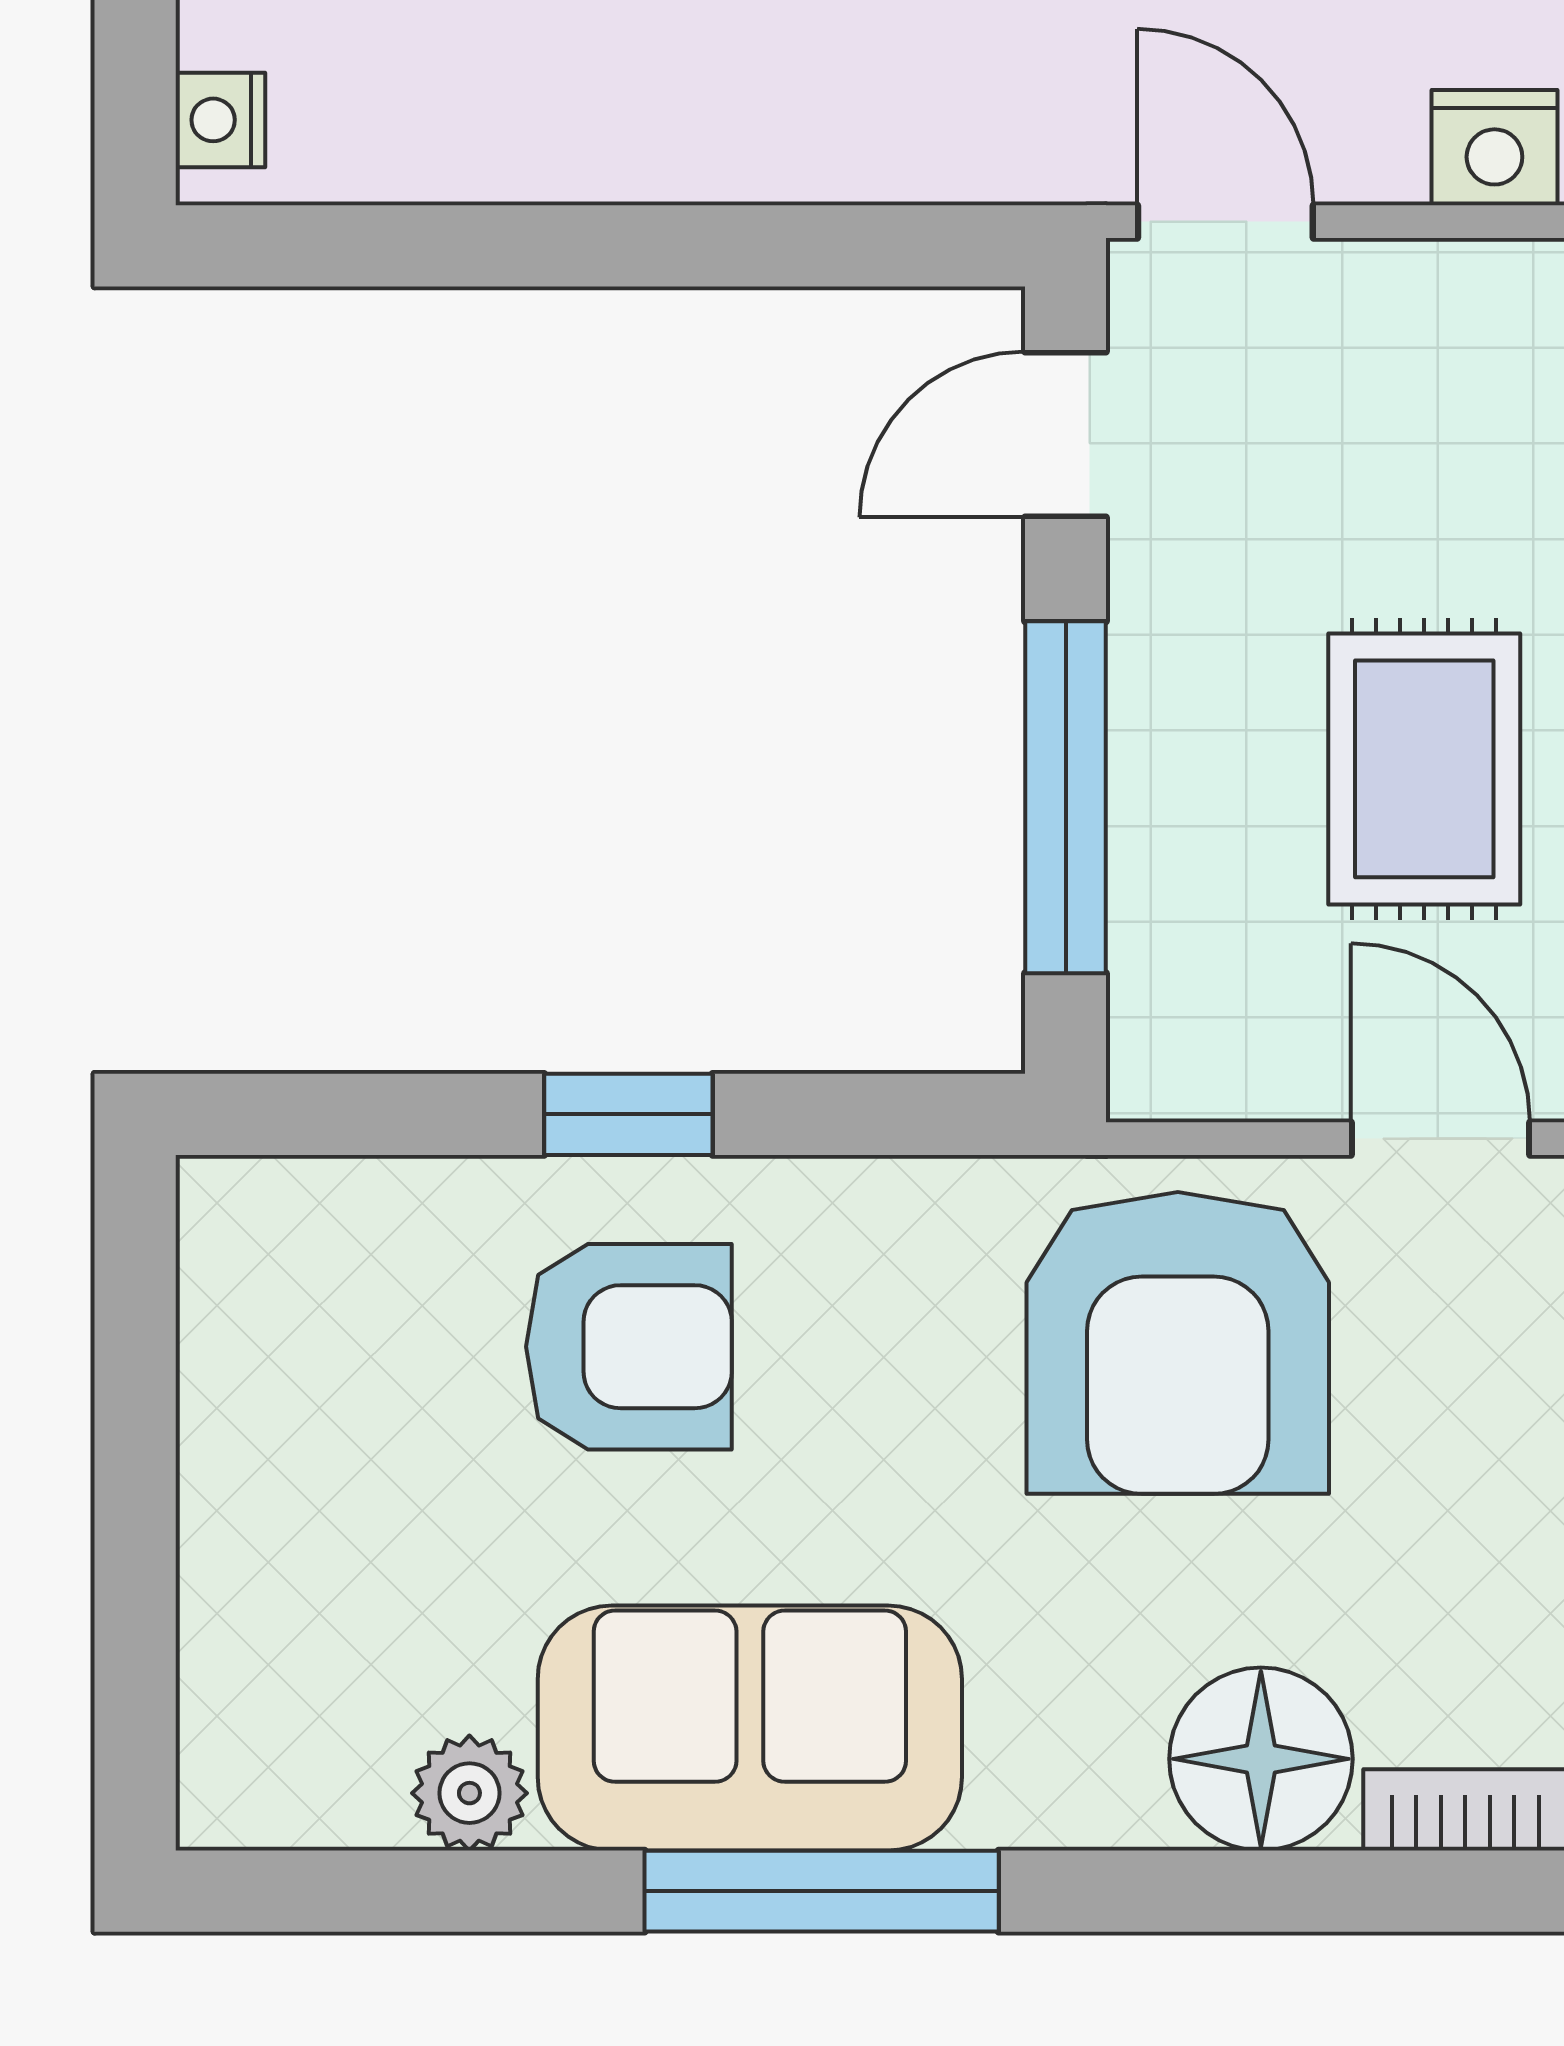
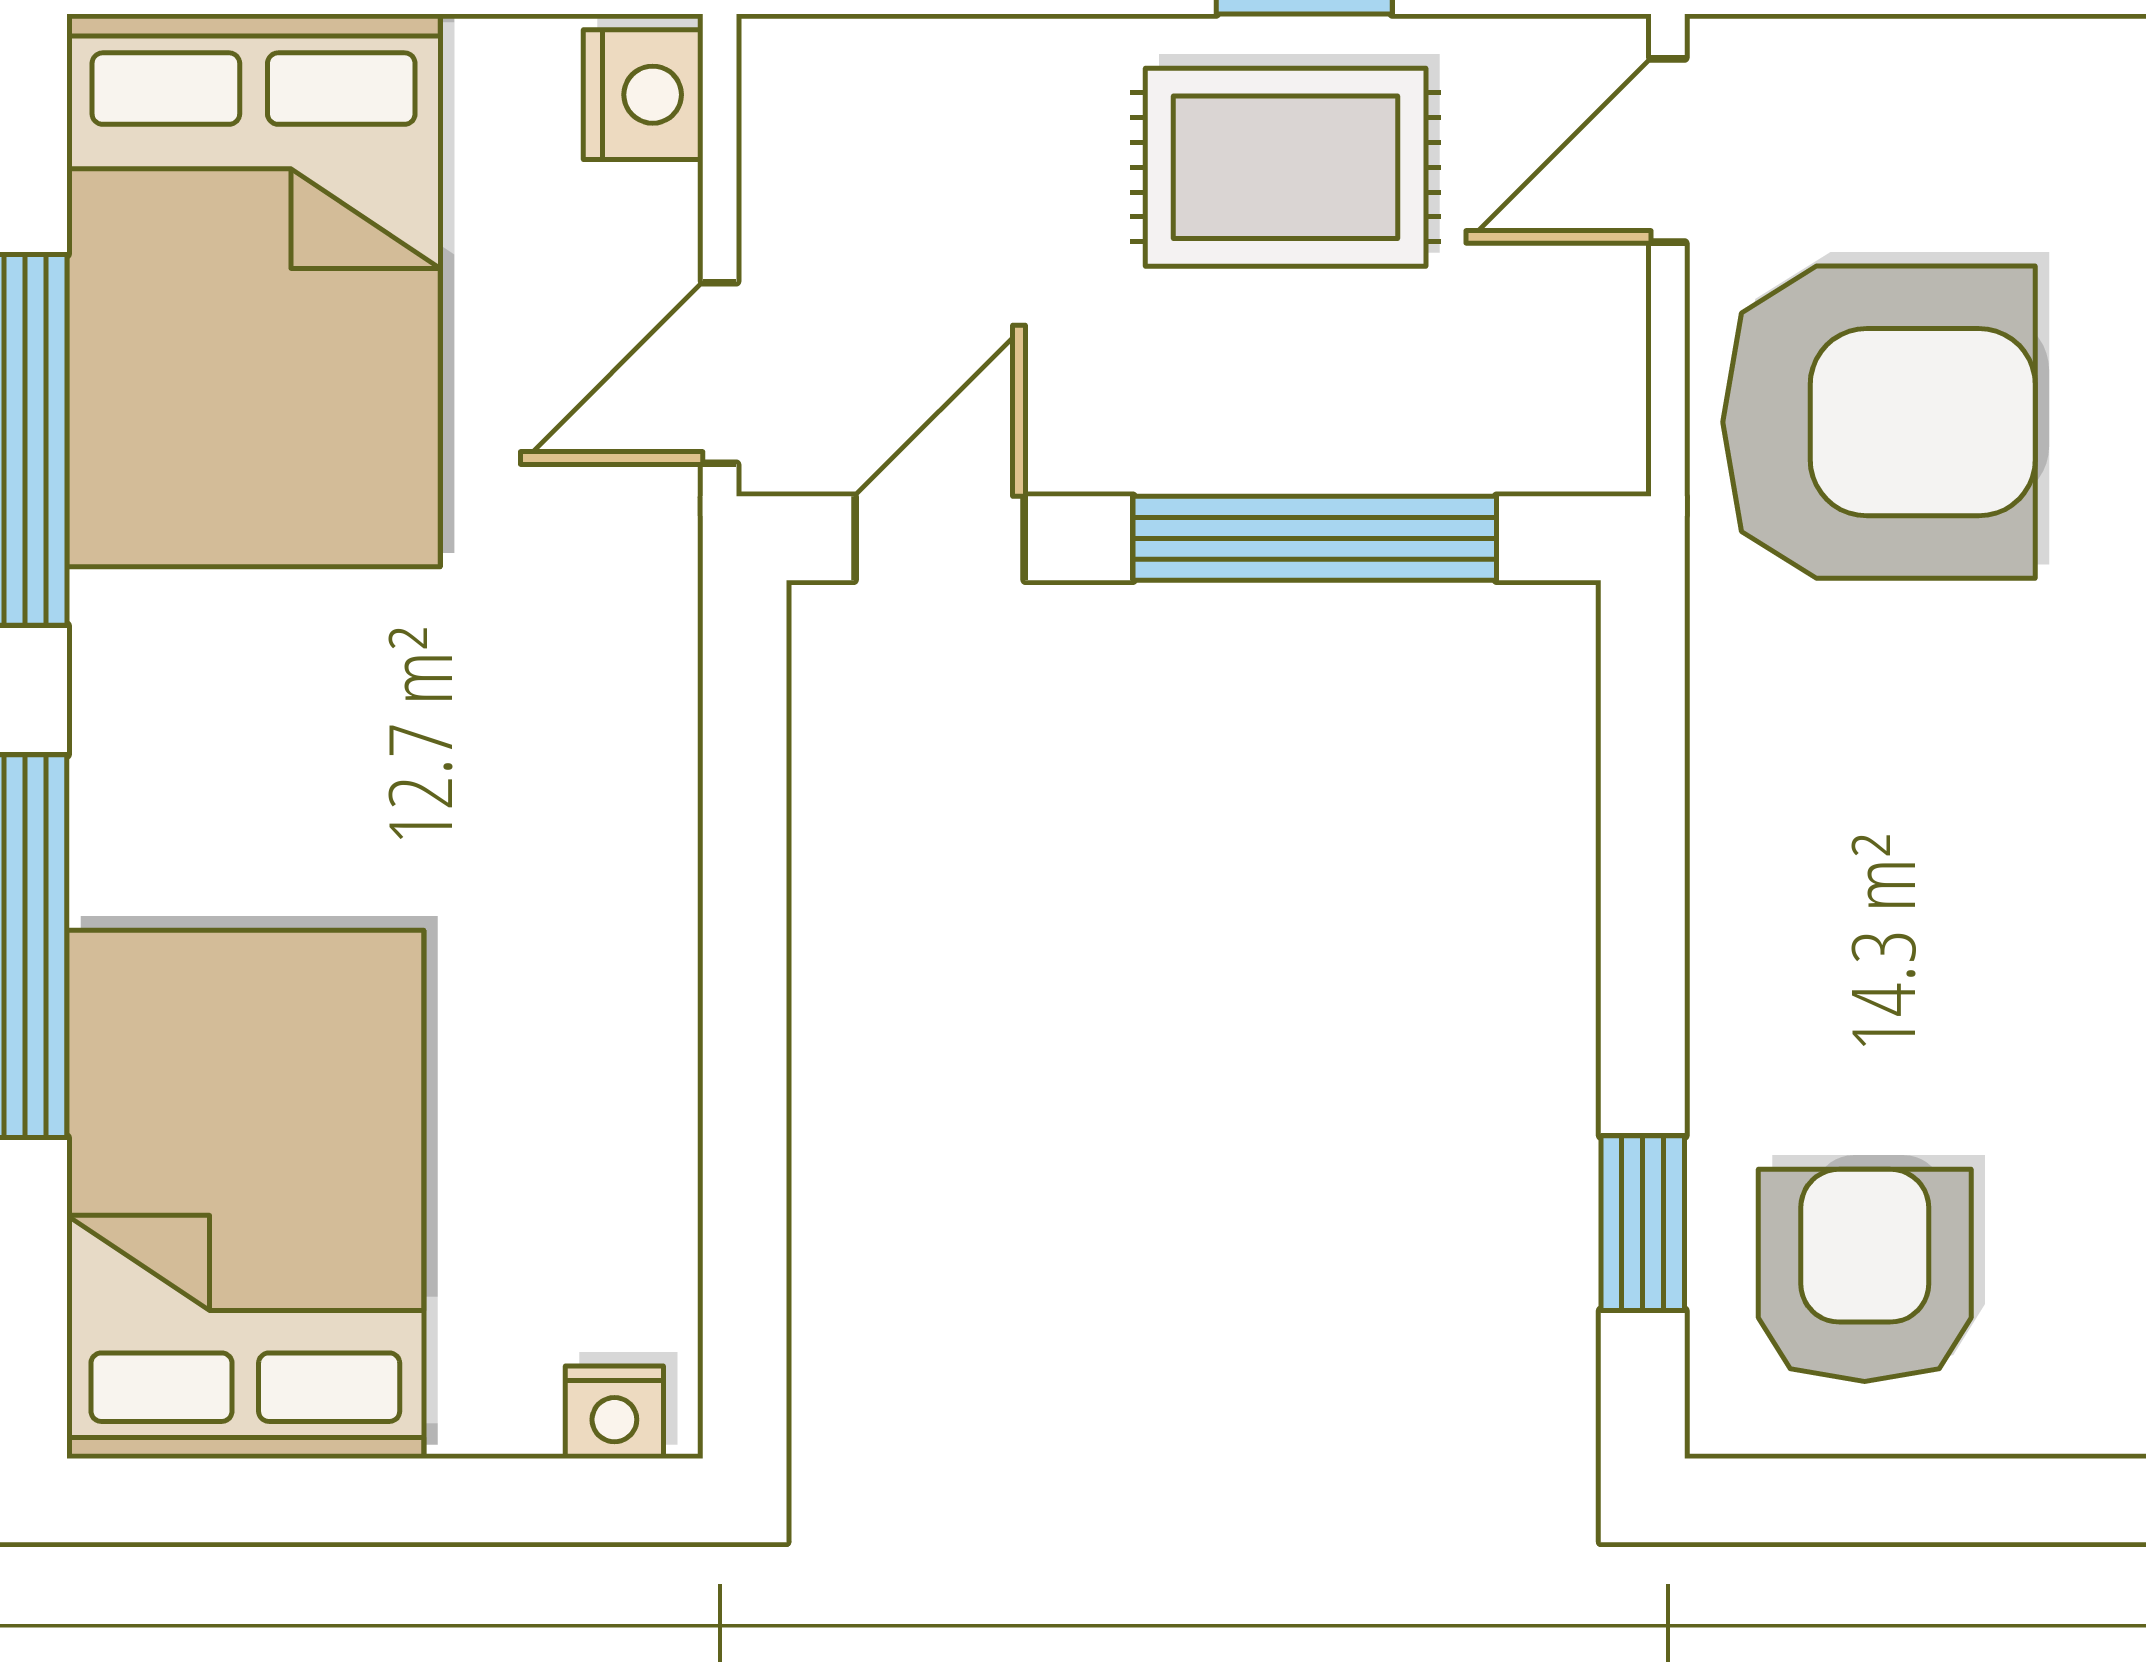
door: (1066, 434) -> (940, 538), swing flipped
window: (628, 1114) -> (1643, 1223), moved
armchair: (629, 1347) -> (1865, 1275), moved

